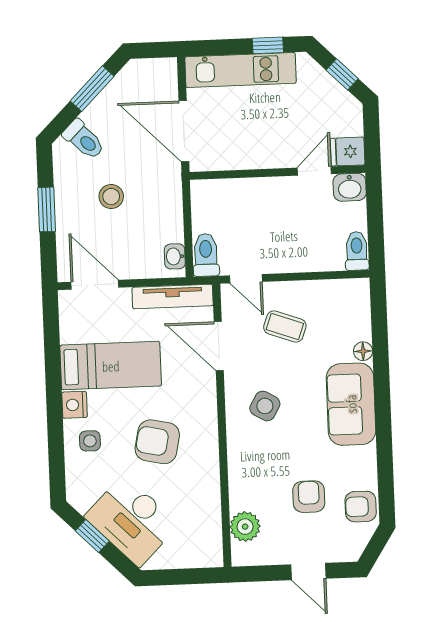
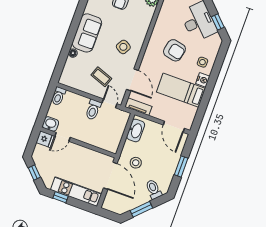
stool: (111, 197) -> (136, 163), moved
toilet: (206, 255) -> (93, 110), moved
washbasin: (175, 256) -> (136, 130), width x1.91, depth x1.45
tv unit: (173, 296) -> (138, 107), width x0.71

